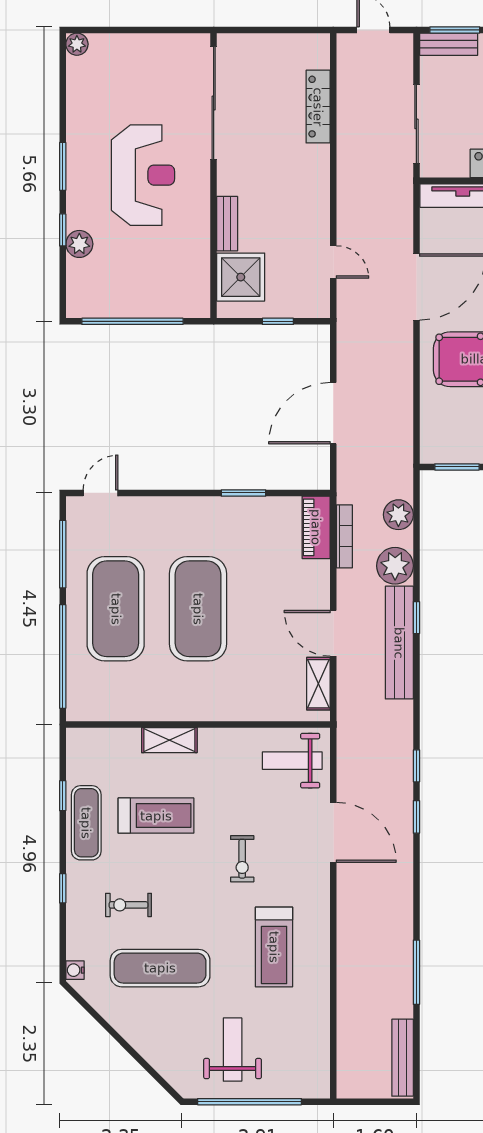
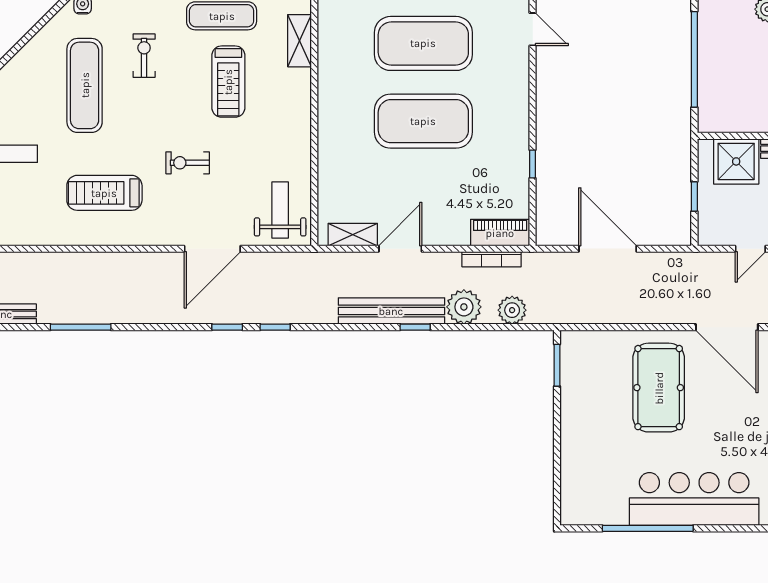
window: (243, 493) -> (533, 164), width x0.67
shelving: (169, 740) -> (300, 41), moved

